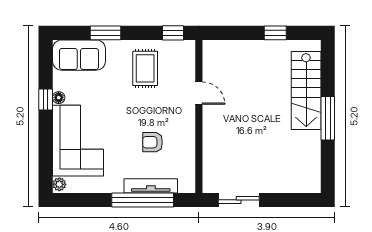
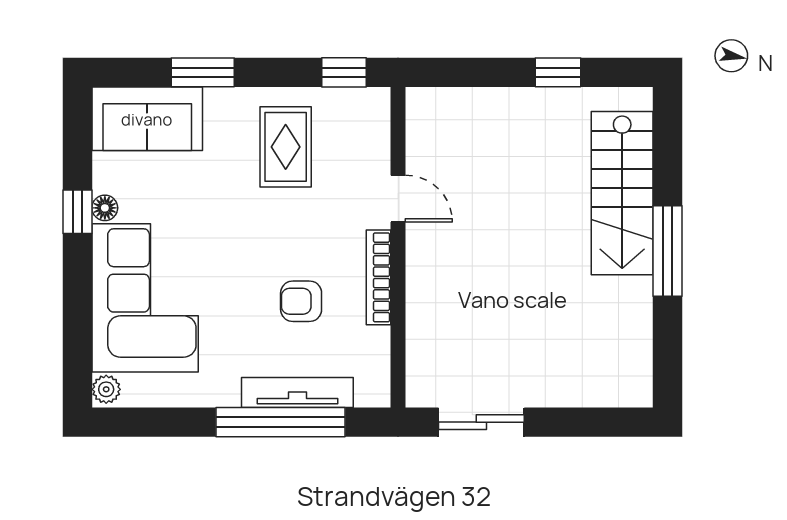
bookcase: (190, 131) -> (379, 277), added

